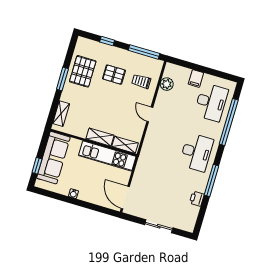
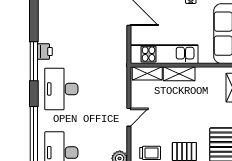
door: (150, 114) -> (129, 117), hinge flipped
printer: (197, 199) -> (45, 52), moved

